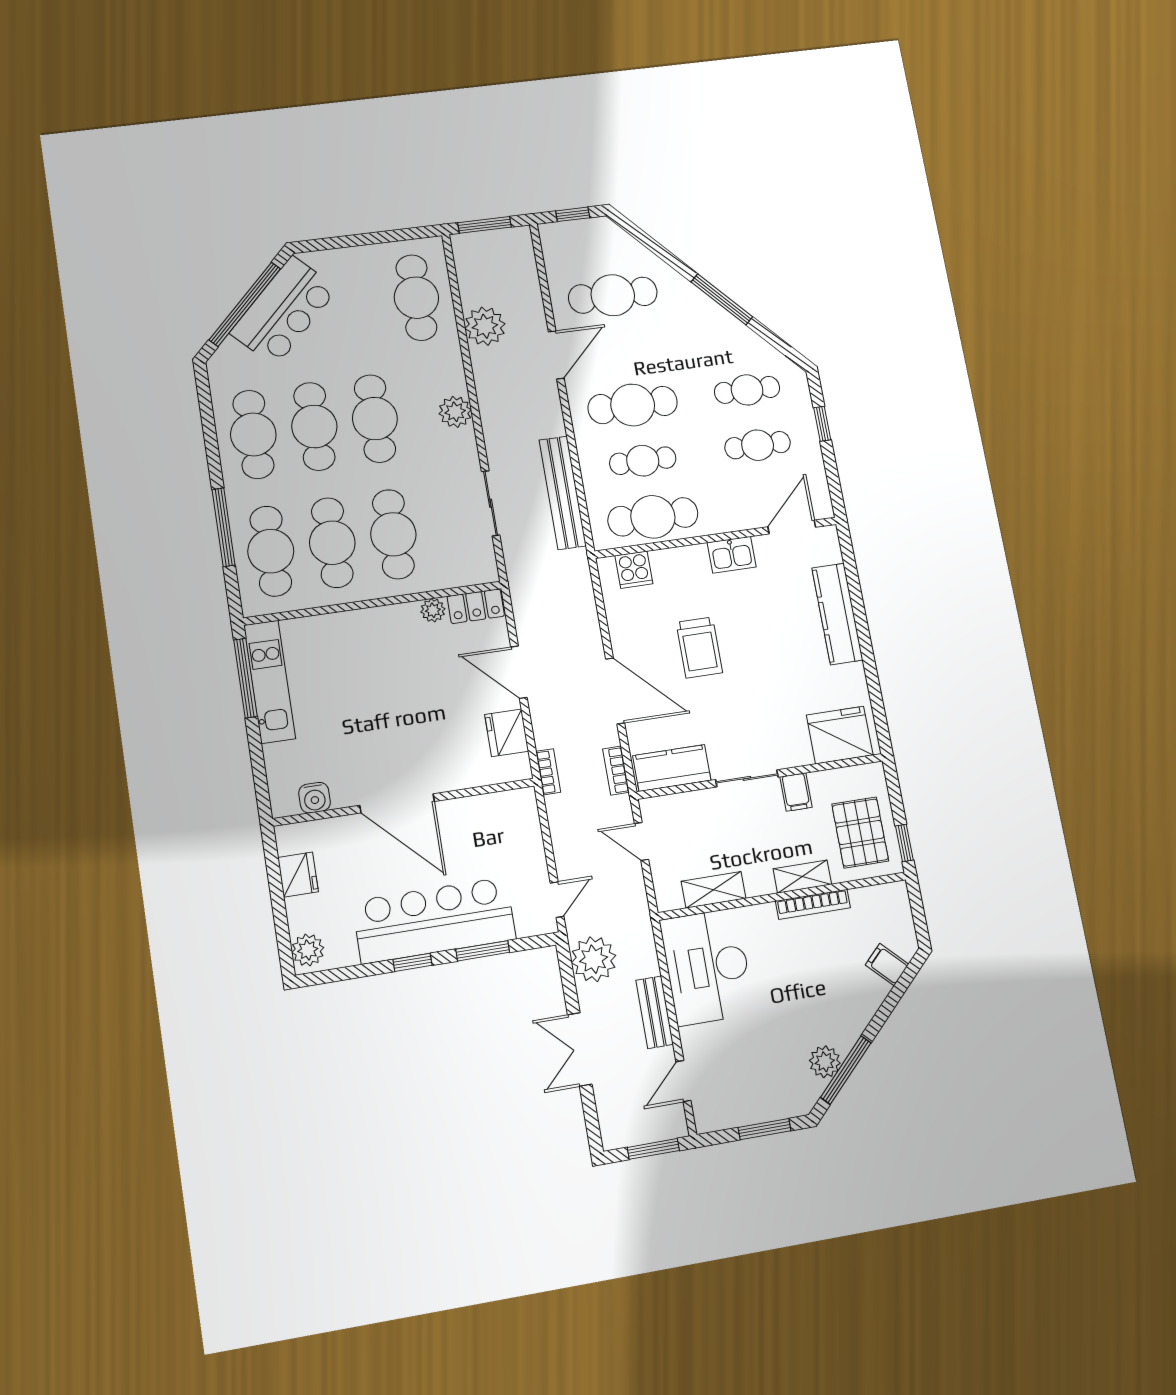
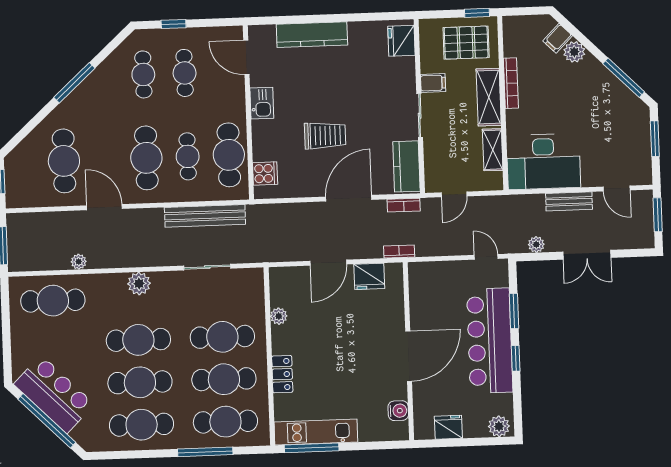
plant: (485, 326) -> (79, 262), width x0.53, depth x0.53
locker: (476, 606) -> (282, 374), moved
fridge: (840, 735) -> (401, 41), width x0.73, depth x0.75
shelving: (802, 877) -> (489, 97), width x1.50, depth x1.33
plant: (594, 959) -> (536, 244), width x0.53, depth x0.53
plant: (825, 1062) -> (574, 52), moved

